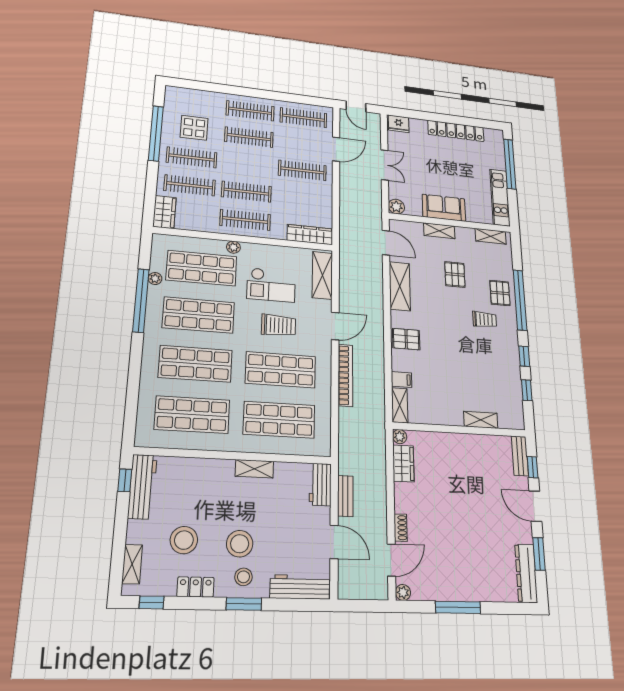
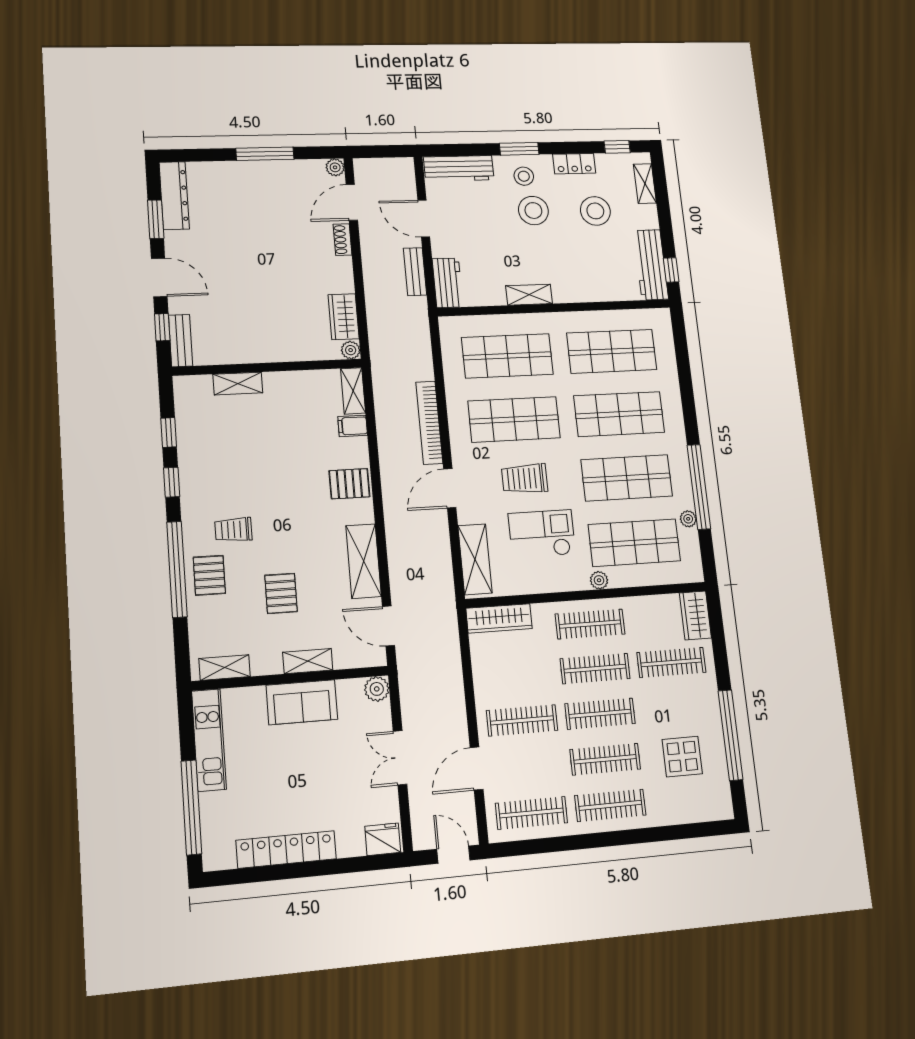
clothes rail: (192, 157) -> (600, 714), moved

